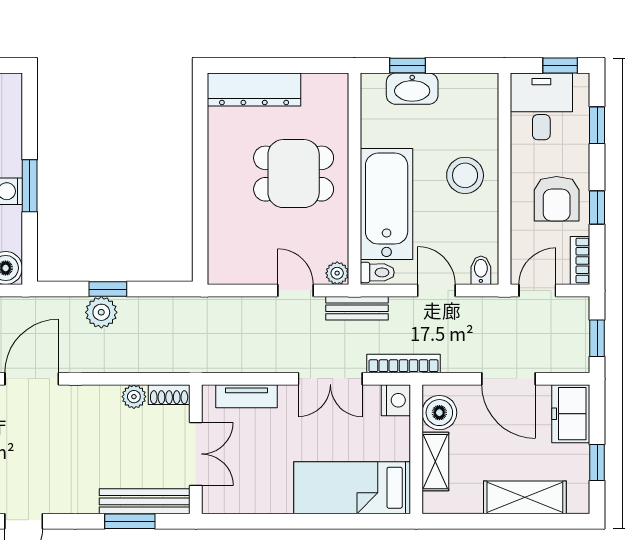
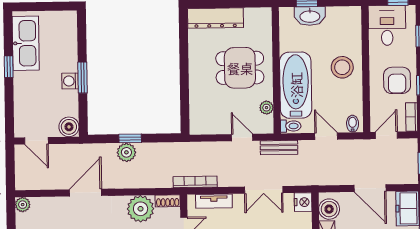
plant: (337, 273) -> (266, 108), moved
bookcase: (403, 363) -> (195, 182), moved
plant: (134, 397) -> (141, 209), width x1.87, depth x1.87

